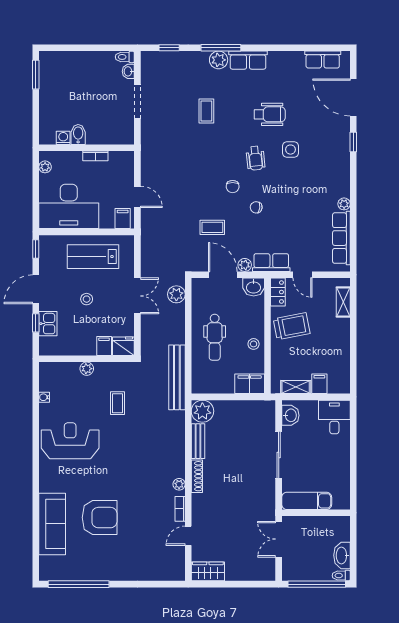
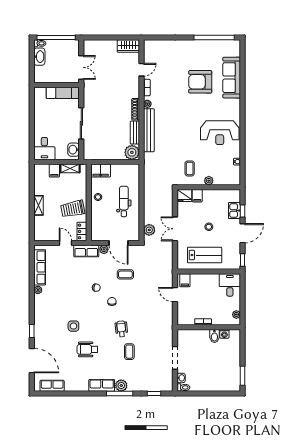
wheelchair: (256, 158) -> (121, 329), moved
desk: (69, 206) -> (230, 285), width x0.53, depth x0.77
washbasin: (254, 287) -> (98, 235), removed
shelving: (343, 302) -> (38, 205), moved
bench: (177, 377) -> (149, 130), moved
coffee table: (117, 403) -> (190, 168), moved

